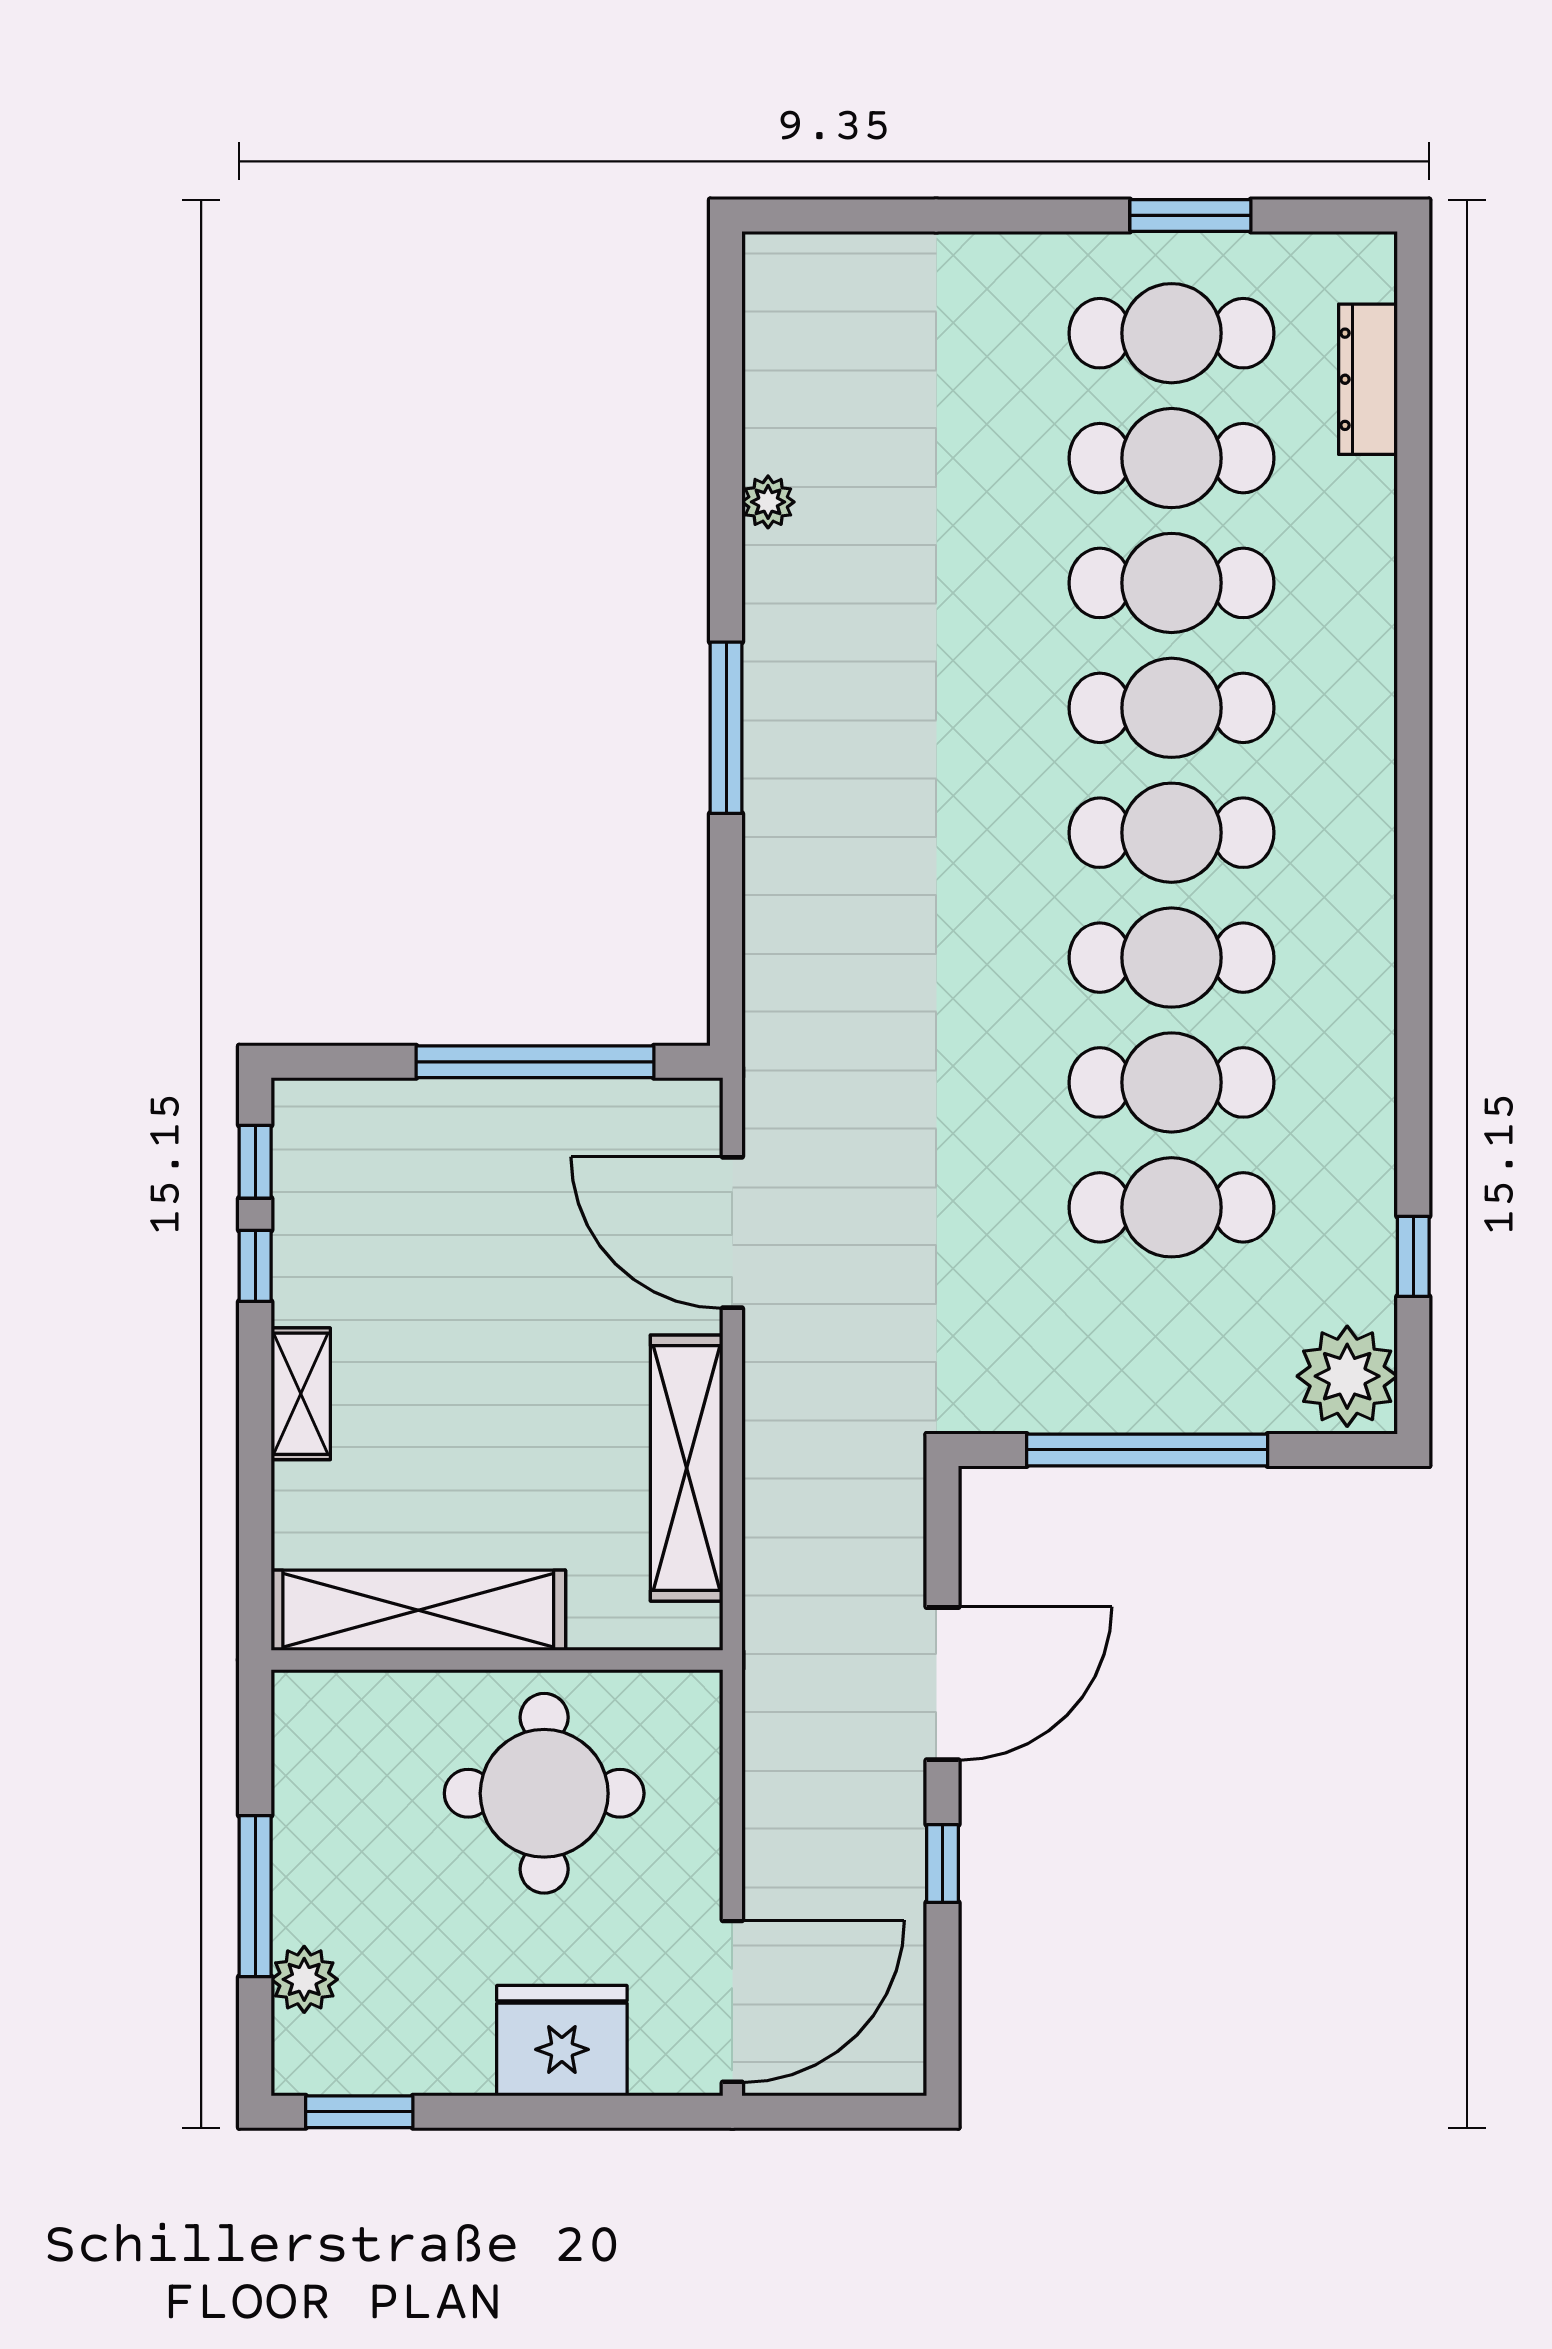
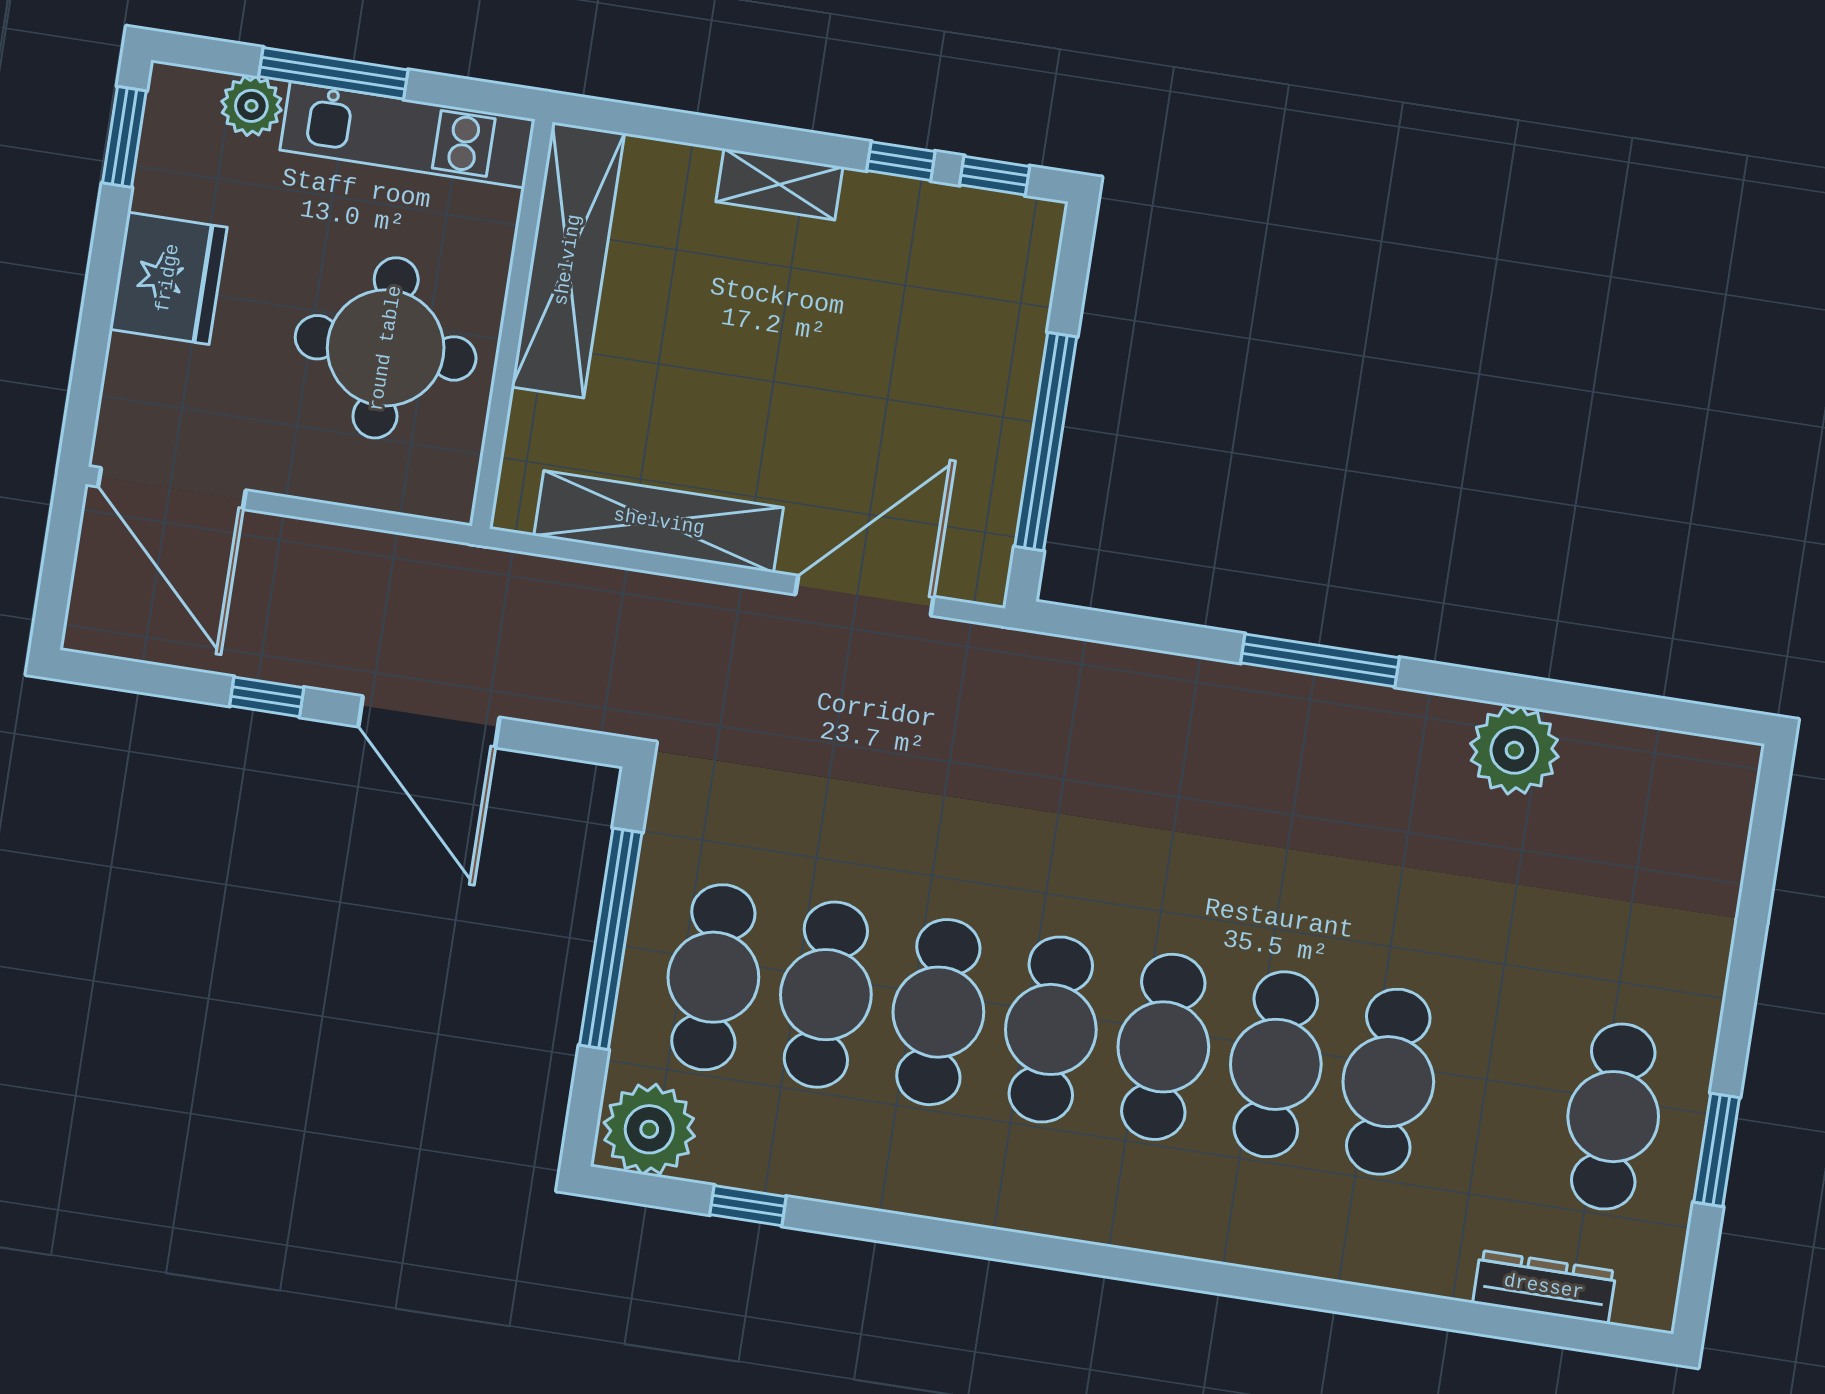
cafe table: (1172, 458) -> (713, 977), moved
plant: (768, 502) -> (1514, 750), width x1.88, depth x1.88
kitchen unit: (309, 1805) -> (407, 135), added
fridge: (562, 2041) -> (168, 278), moved

